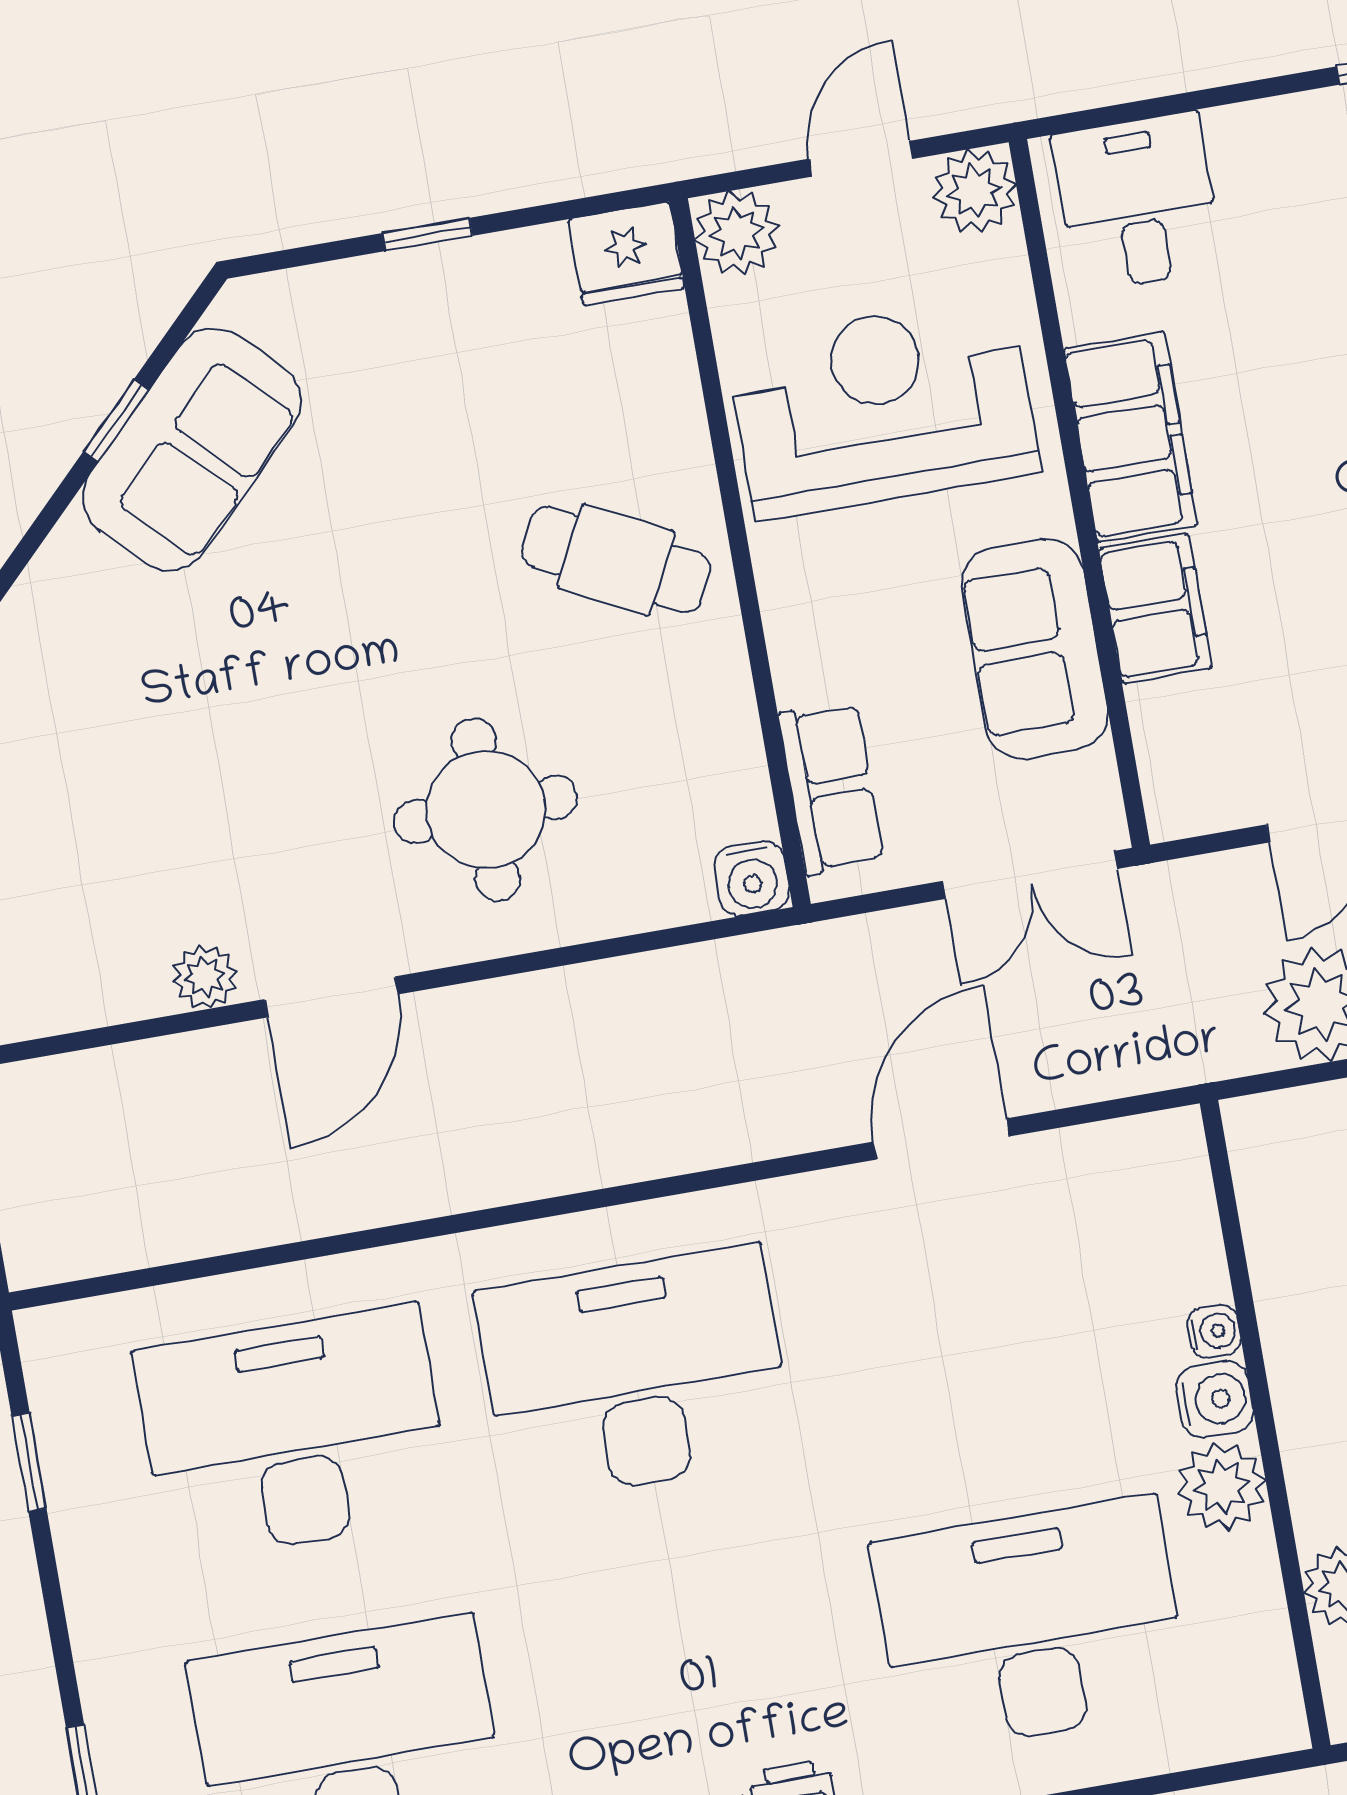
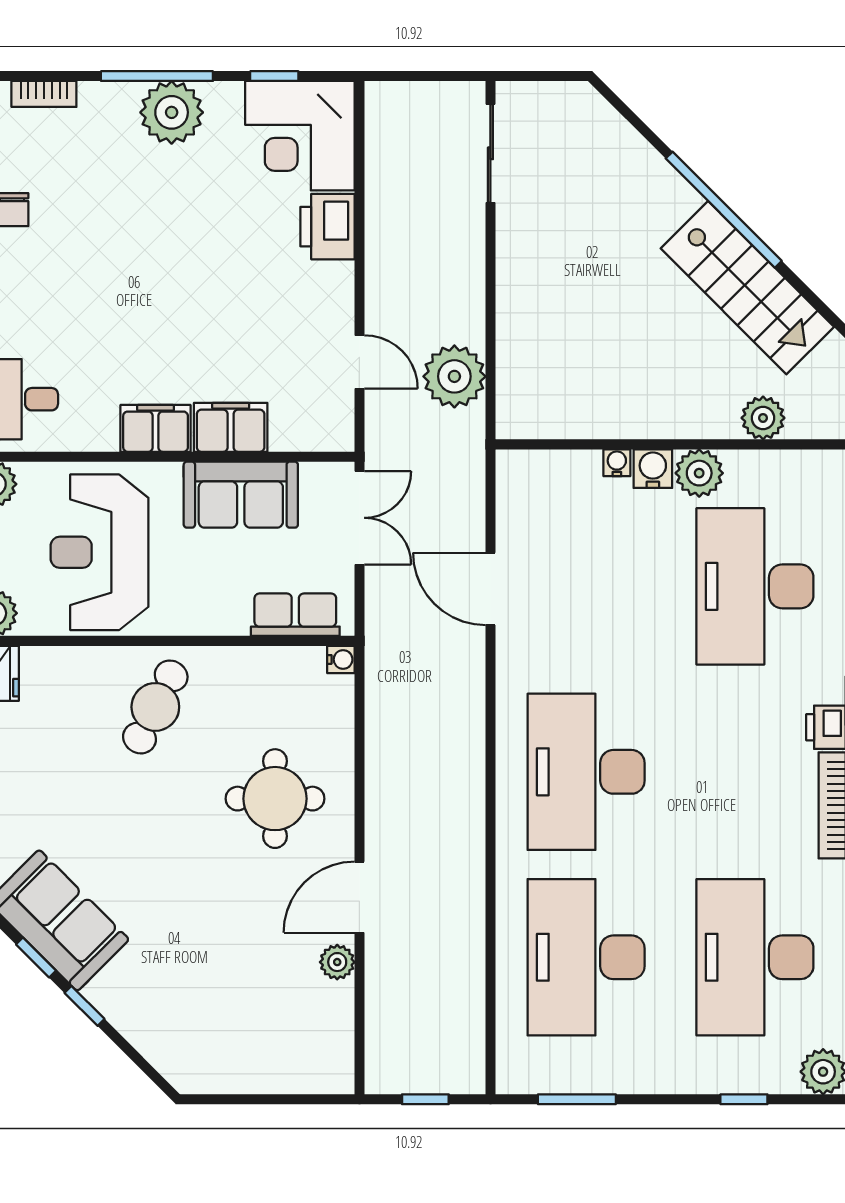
filing cabinet: (1131, 437) -> (156, 428), width x0.67, depth x0.86
window: (43, 525) -> (85, 1006), added
water cooler: (752, 878) -> (341, 659), width x0.72, depth x0.72
door: (331, 997) -> (359, 897), swing flipped
window: (29, 1462) -> (577, 1099), width x1.50

